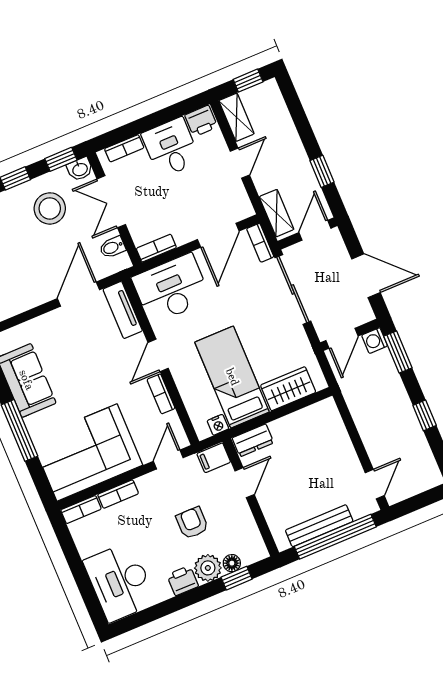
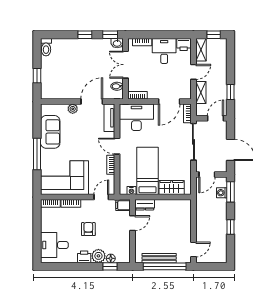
stool: (50, 208) -> (95, 56), removed
shelving: (277, 213) -> (201, 92), moved
plant: (49, 322) -> (73, 109), added
washing machine: (375, 341) -> (222, 193), moved
door: (158, 355) -> (117, 146), hinge flipped
armchair: (192, 523) -> (88, 229), moved
desk: (120, 582) -> (54, 245), width x0.73

